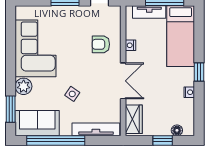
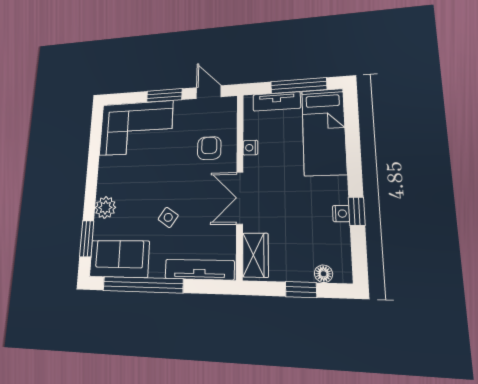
armchair: (101, 44) -> (209, 148), turned 90
corner sofa: (36, 48) -> (136, 128), moved, turned 90
window: (199, 72) -> (357, 211), moved
double door: (123, 81) -> (240, 198), swing flipped

